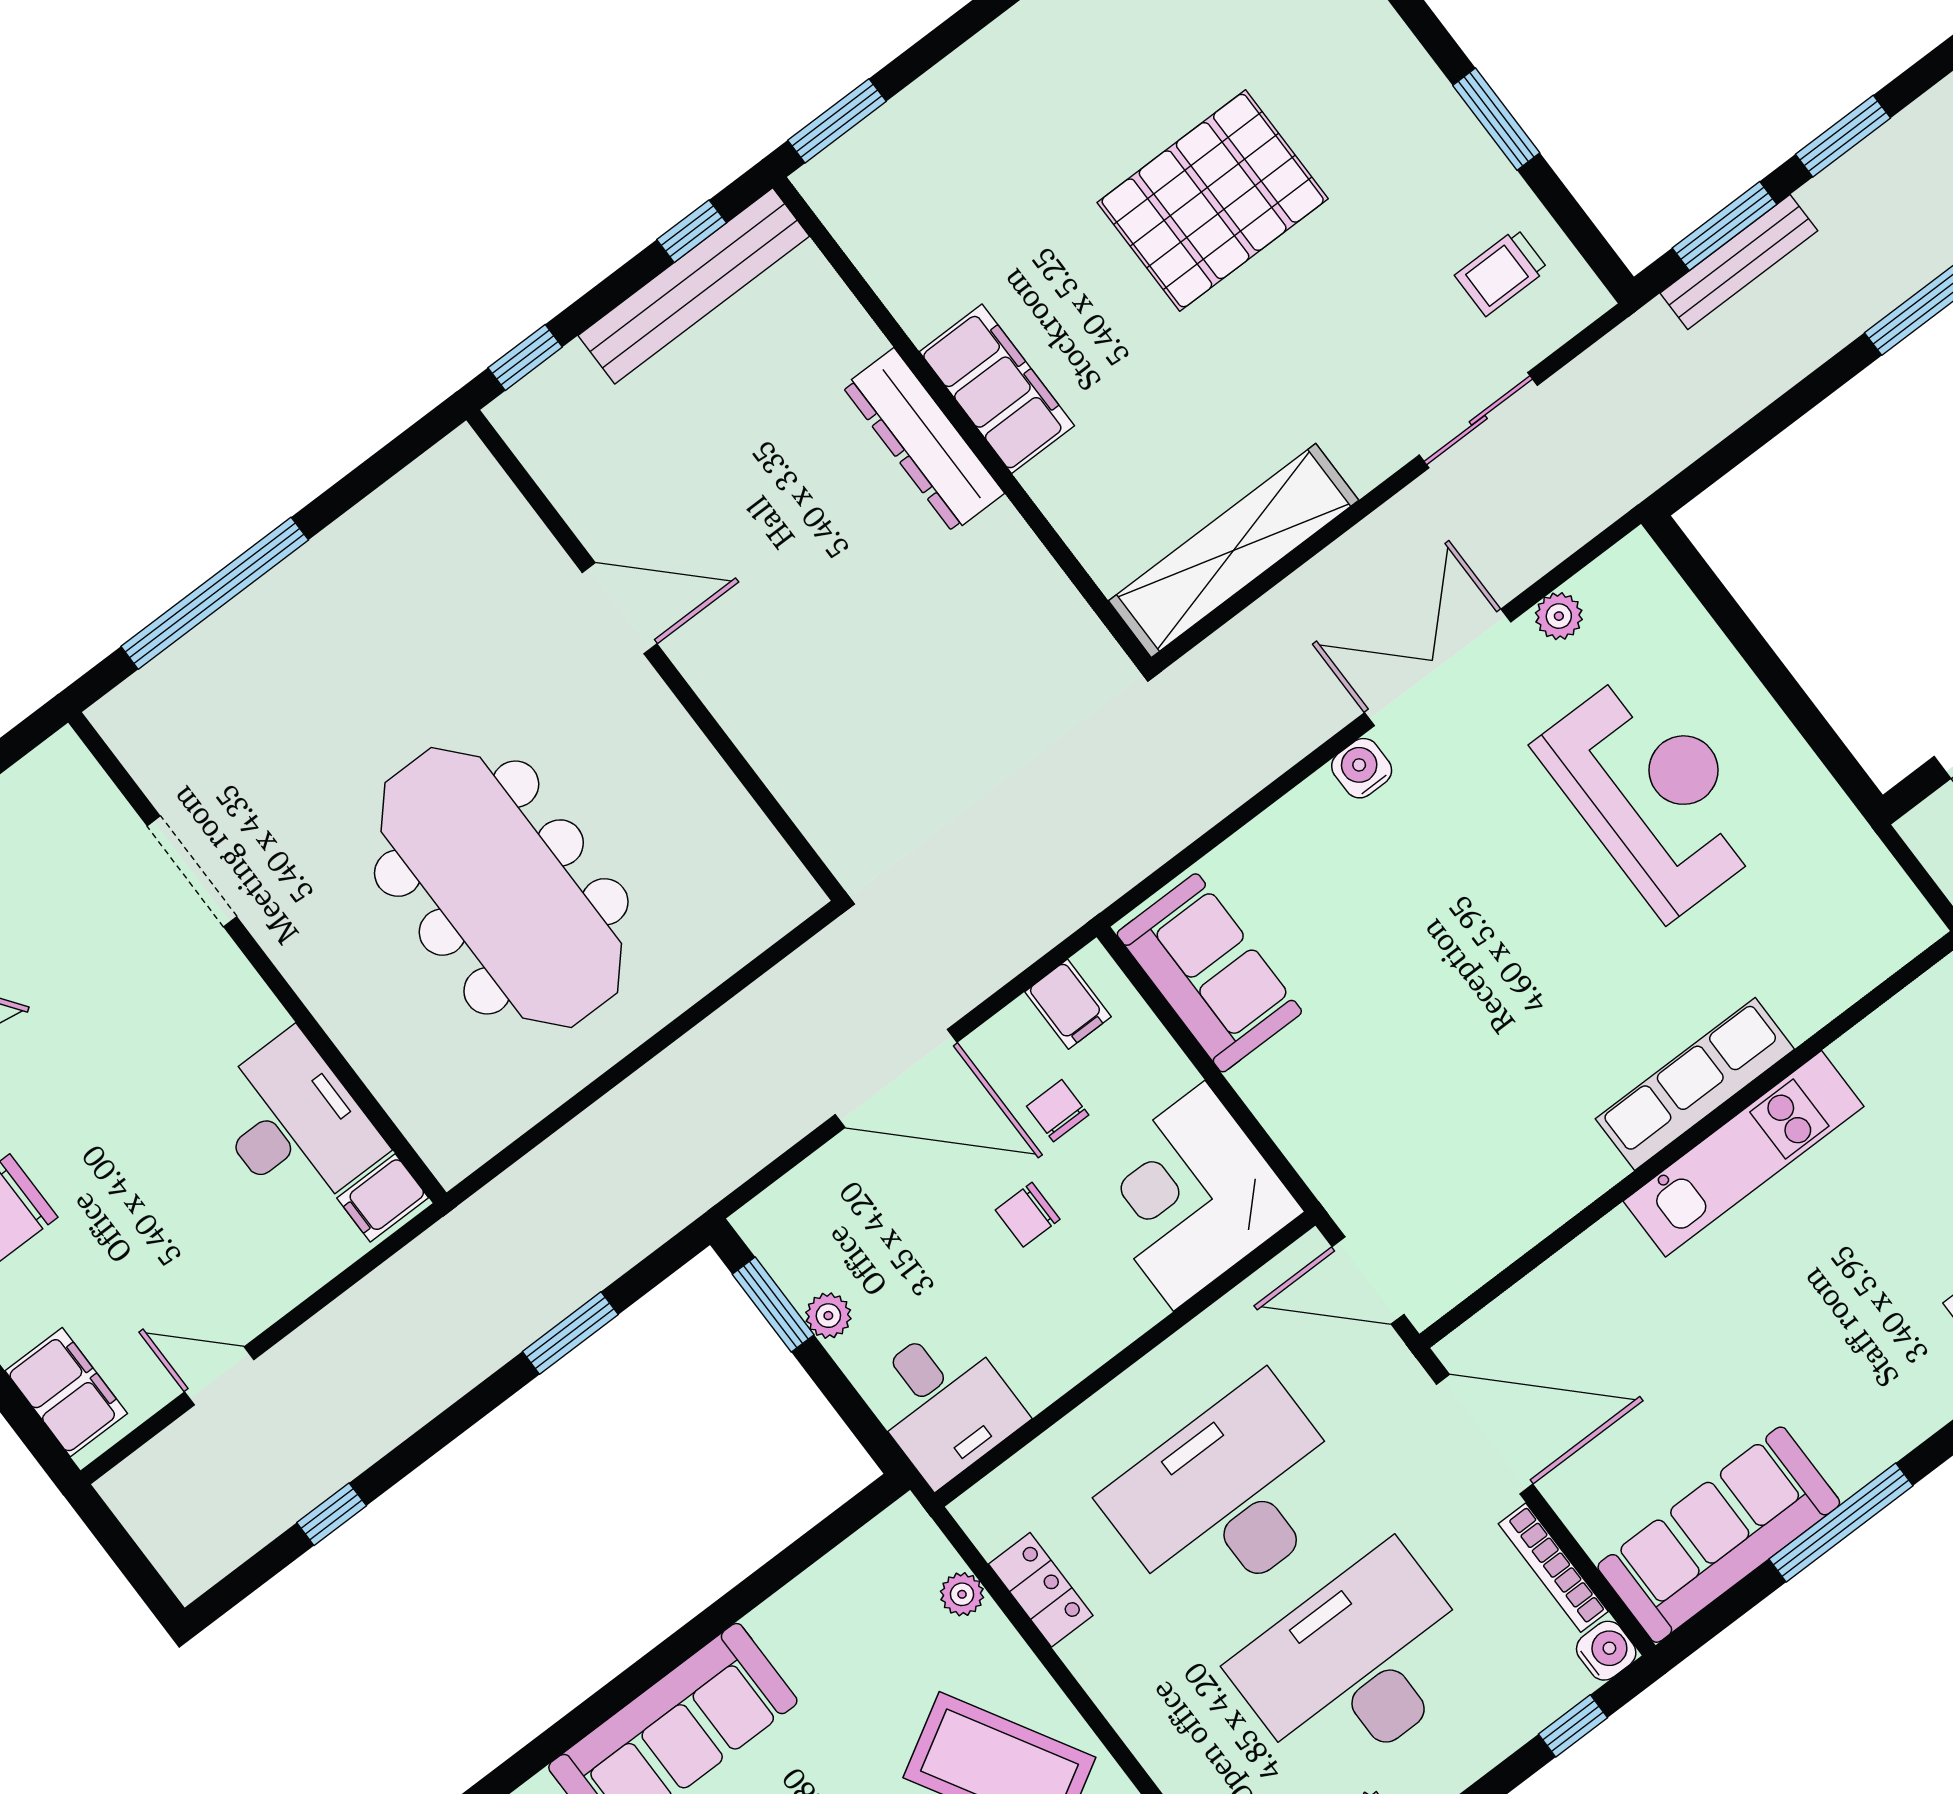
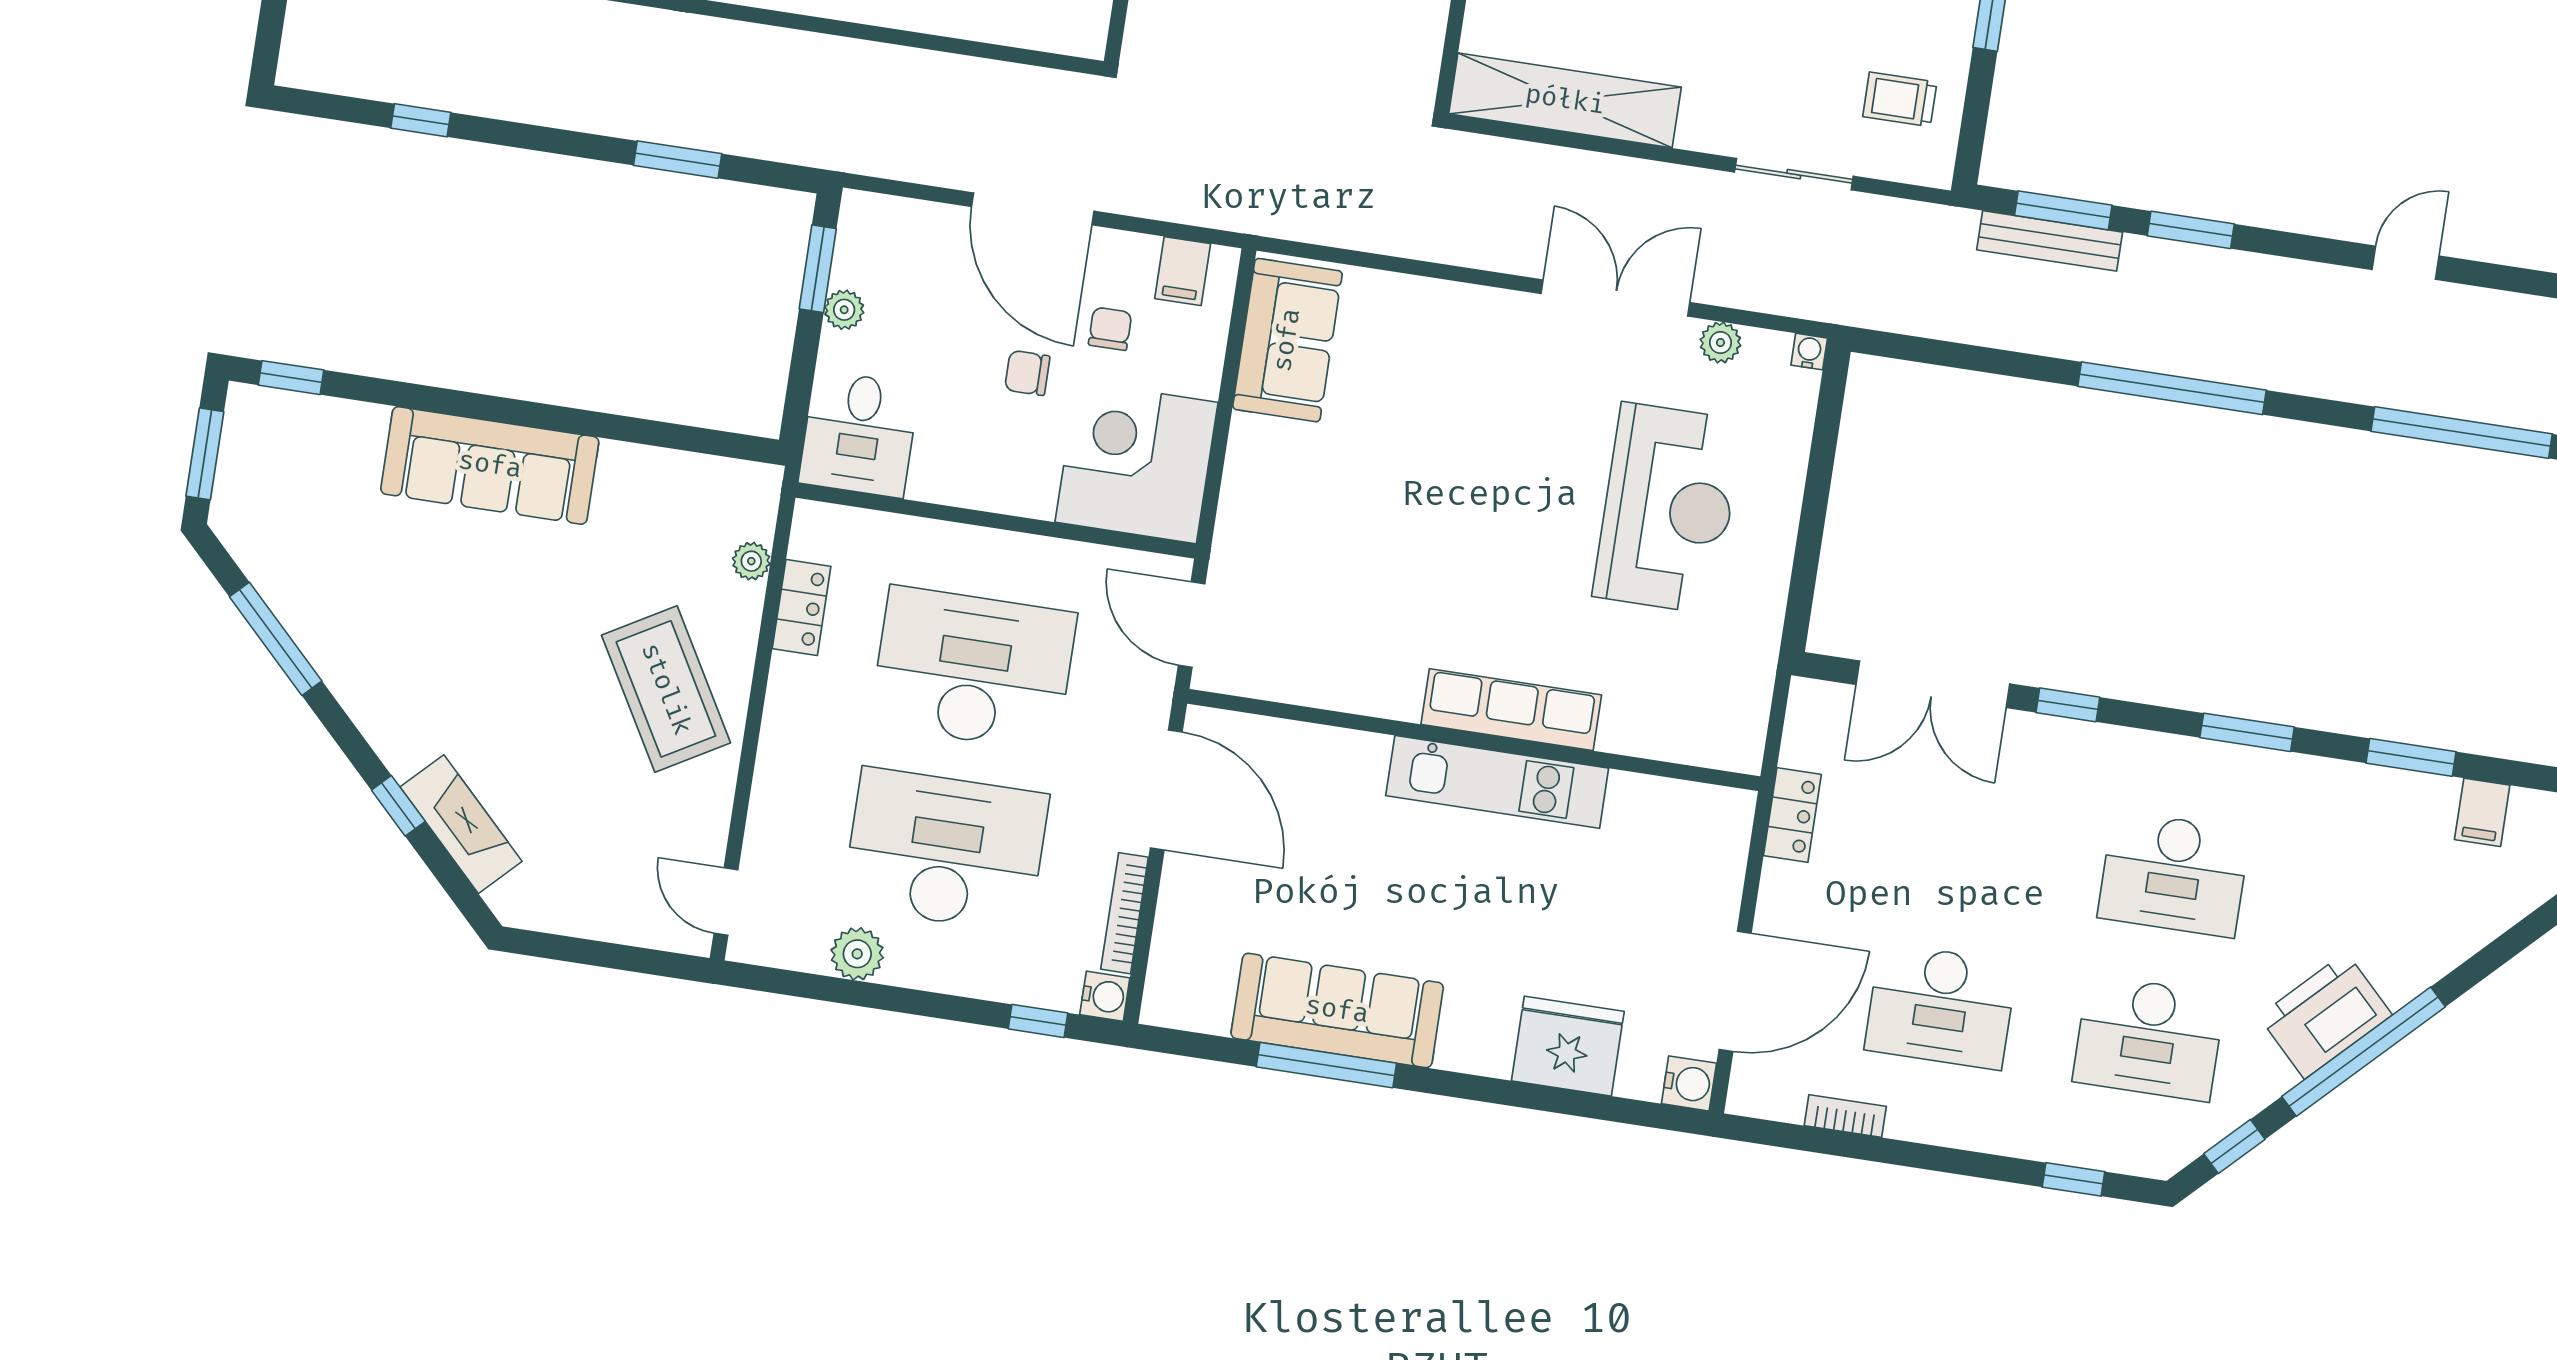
water cooler: (1362, 768) -> (1809, 352), moved, width x0.72, depth x0.72
sofa: (1719, 1535) -> (1337, 1010), moved

